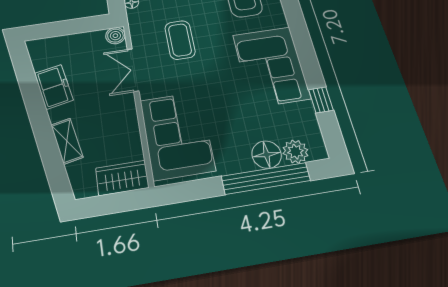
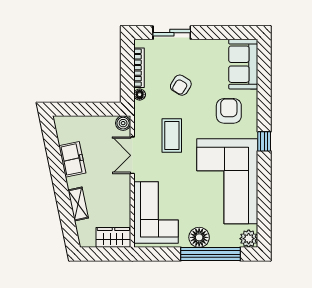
corner sofa: (271, 66) -> (227, 181), width x1.36, depth x1.36
window: (321, 100) -> (264, 141), moved
plant: (295, 152) -> (249, 239), moved
floor lamp: (267, 155) -> (199, 237), moved

